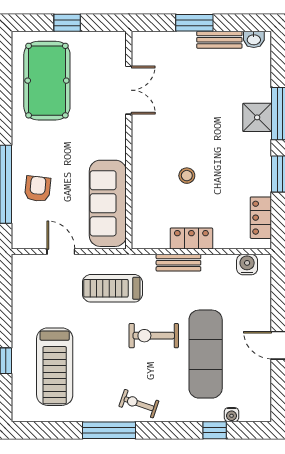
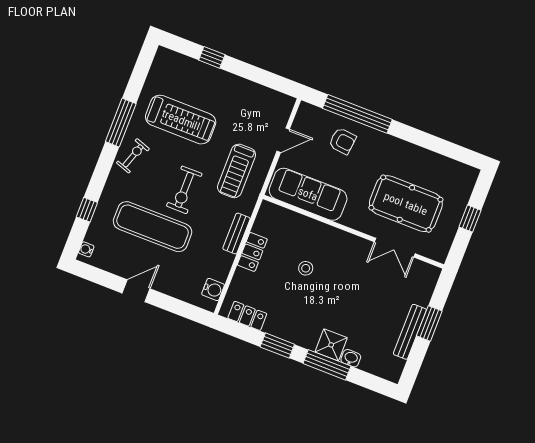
washbasin: (254, 39) -> (351, 358), moved, turned 90
bench: (219, 40) -> (410, 332), width x1.36
pool table: (47, 81) -> (406, 204), moved
treadmill: (112, 288) -> (237, 171), turned 180
exercise bike: (154, 336) -> (184, 190), turned 180
treadmill: (55, 367) -> (181, 120), moved, turned 180
water cooler: (232, 415) -> (86, 249), moved

